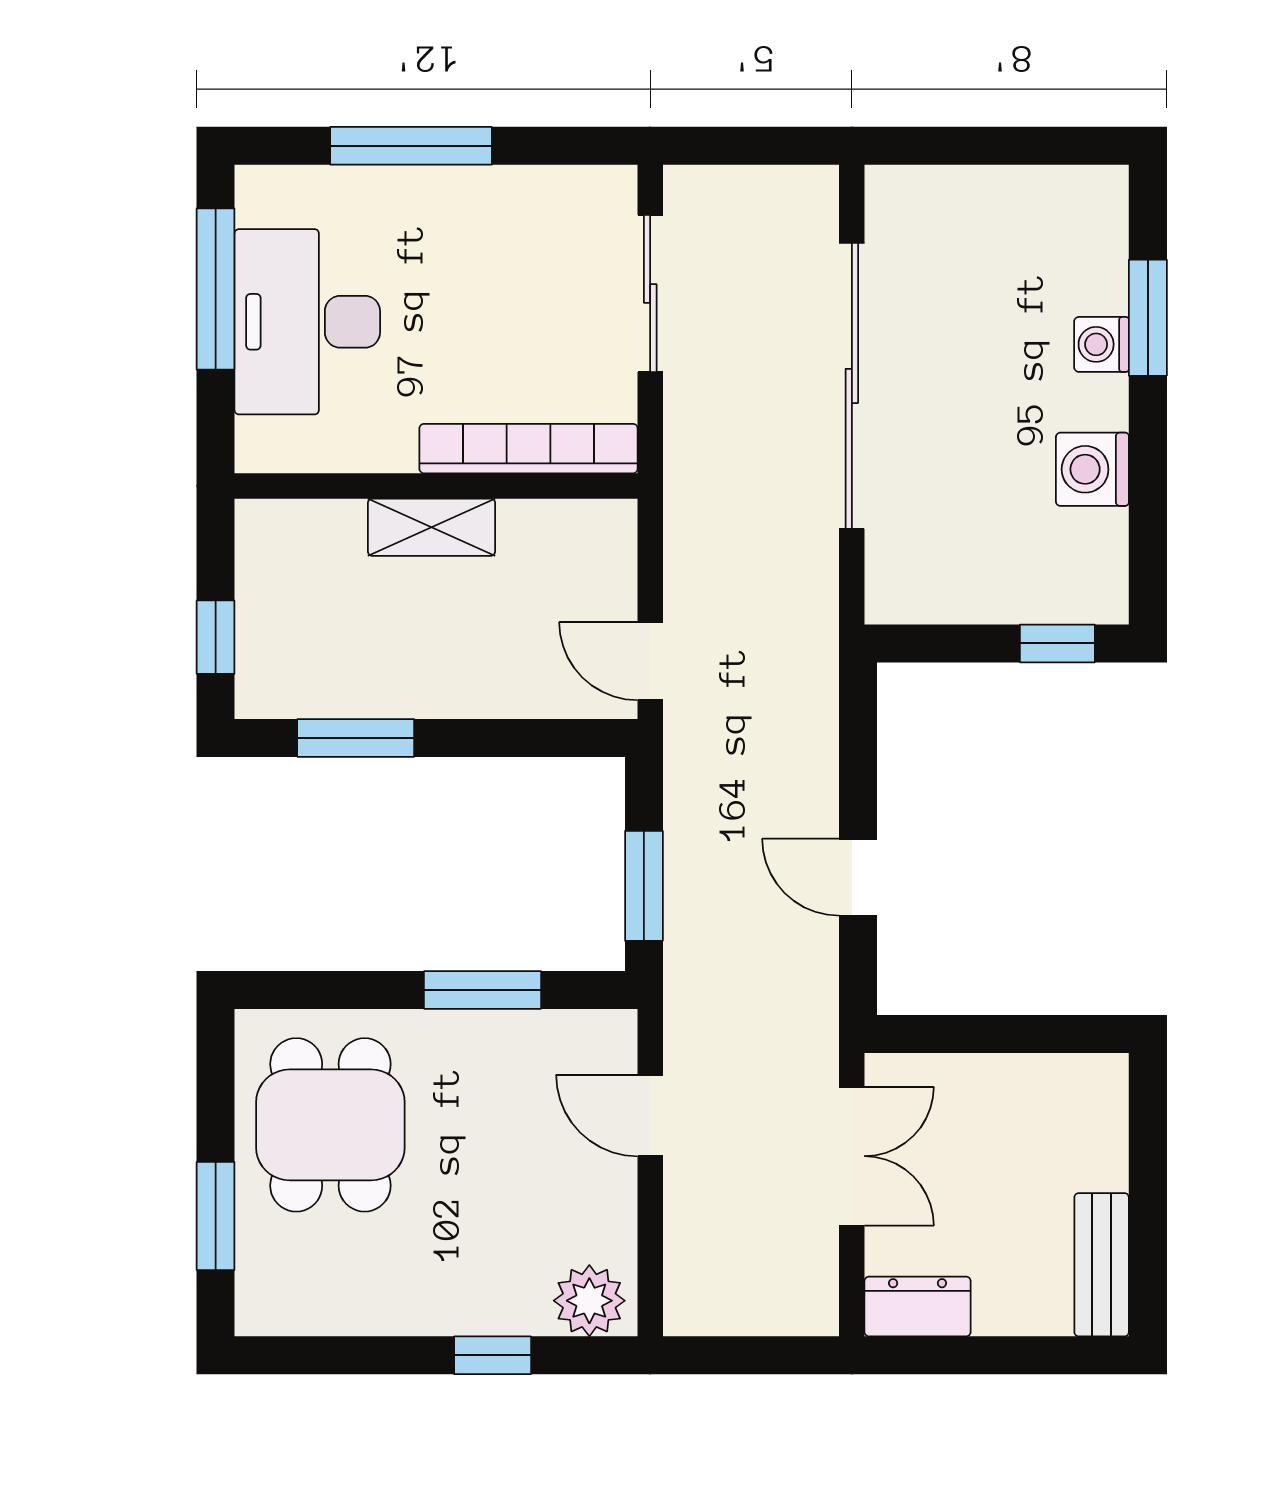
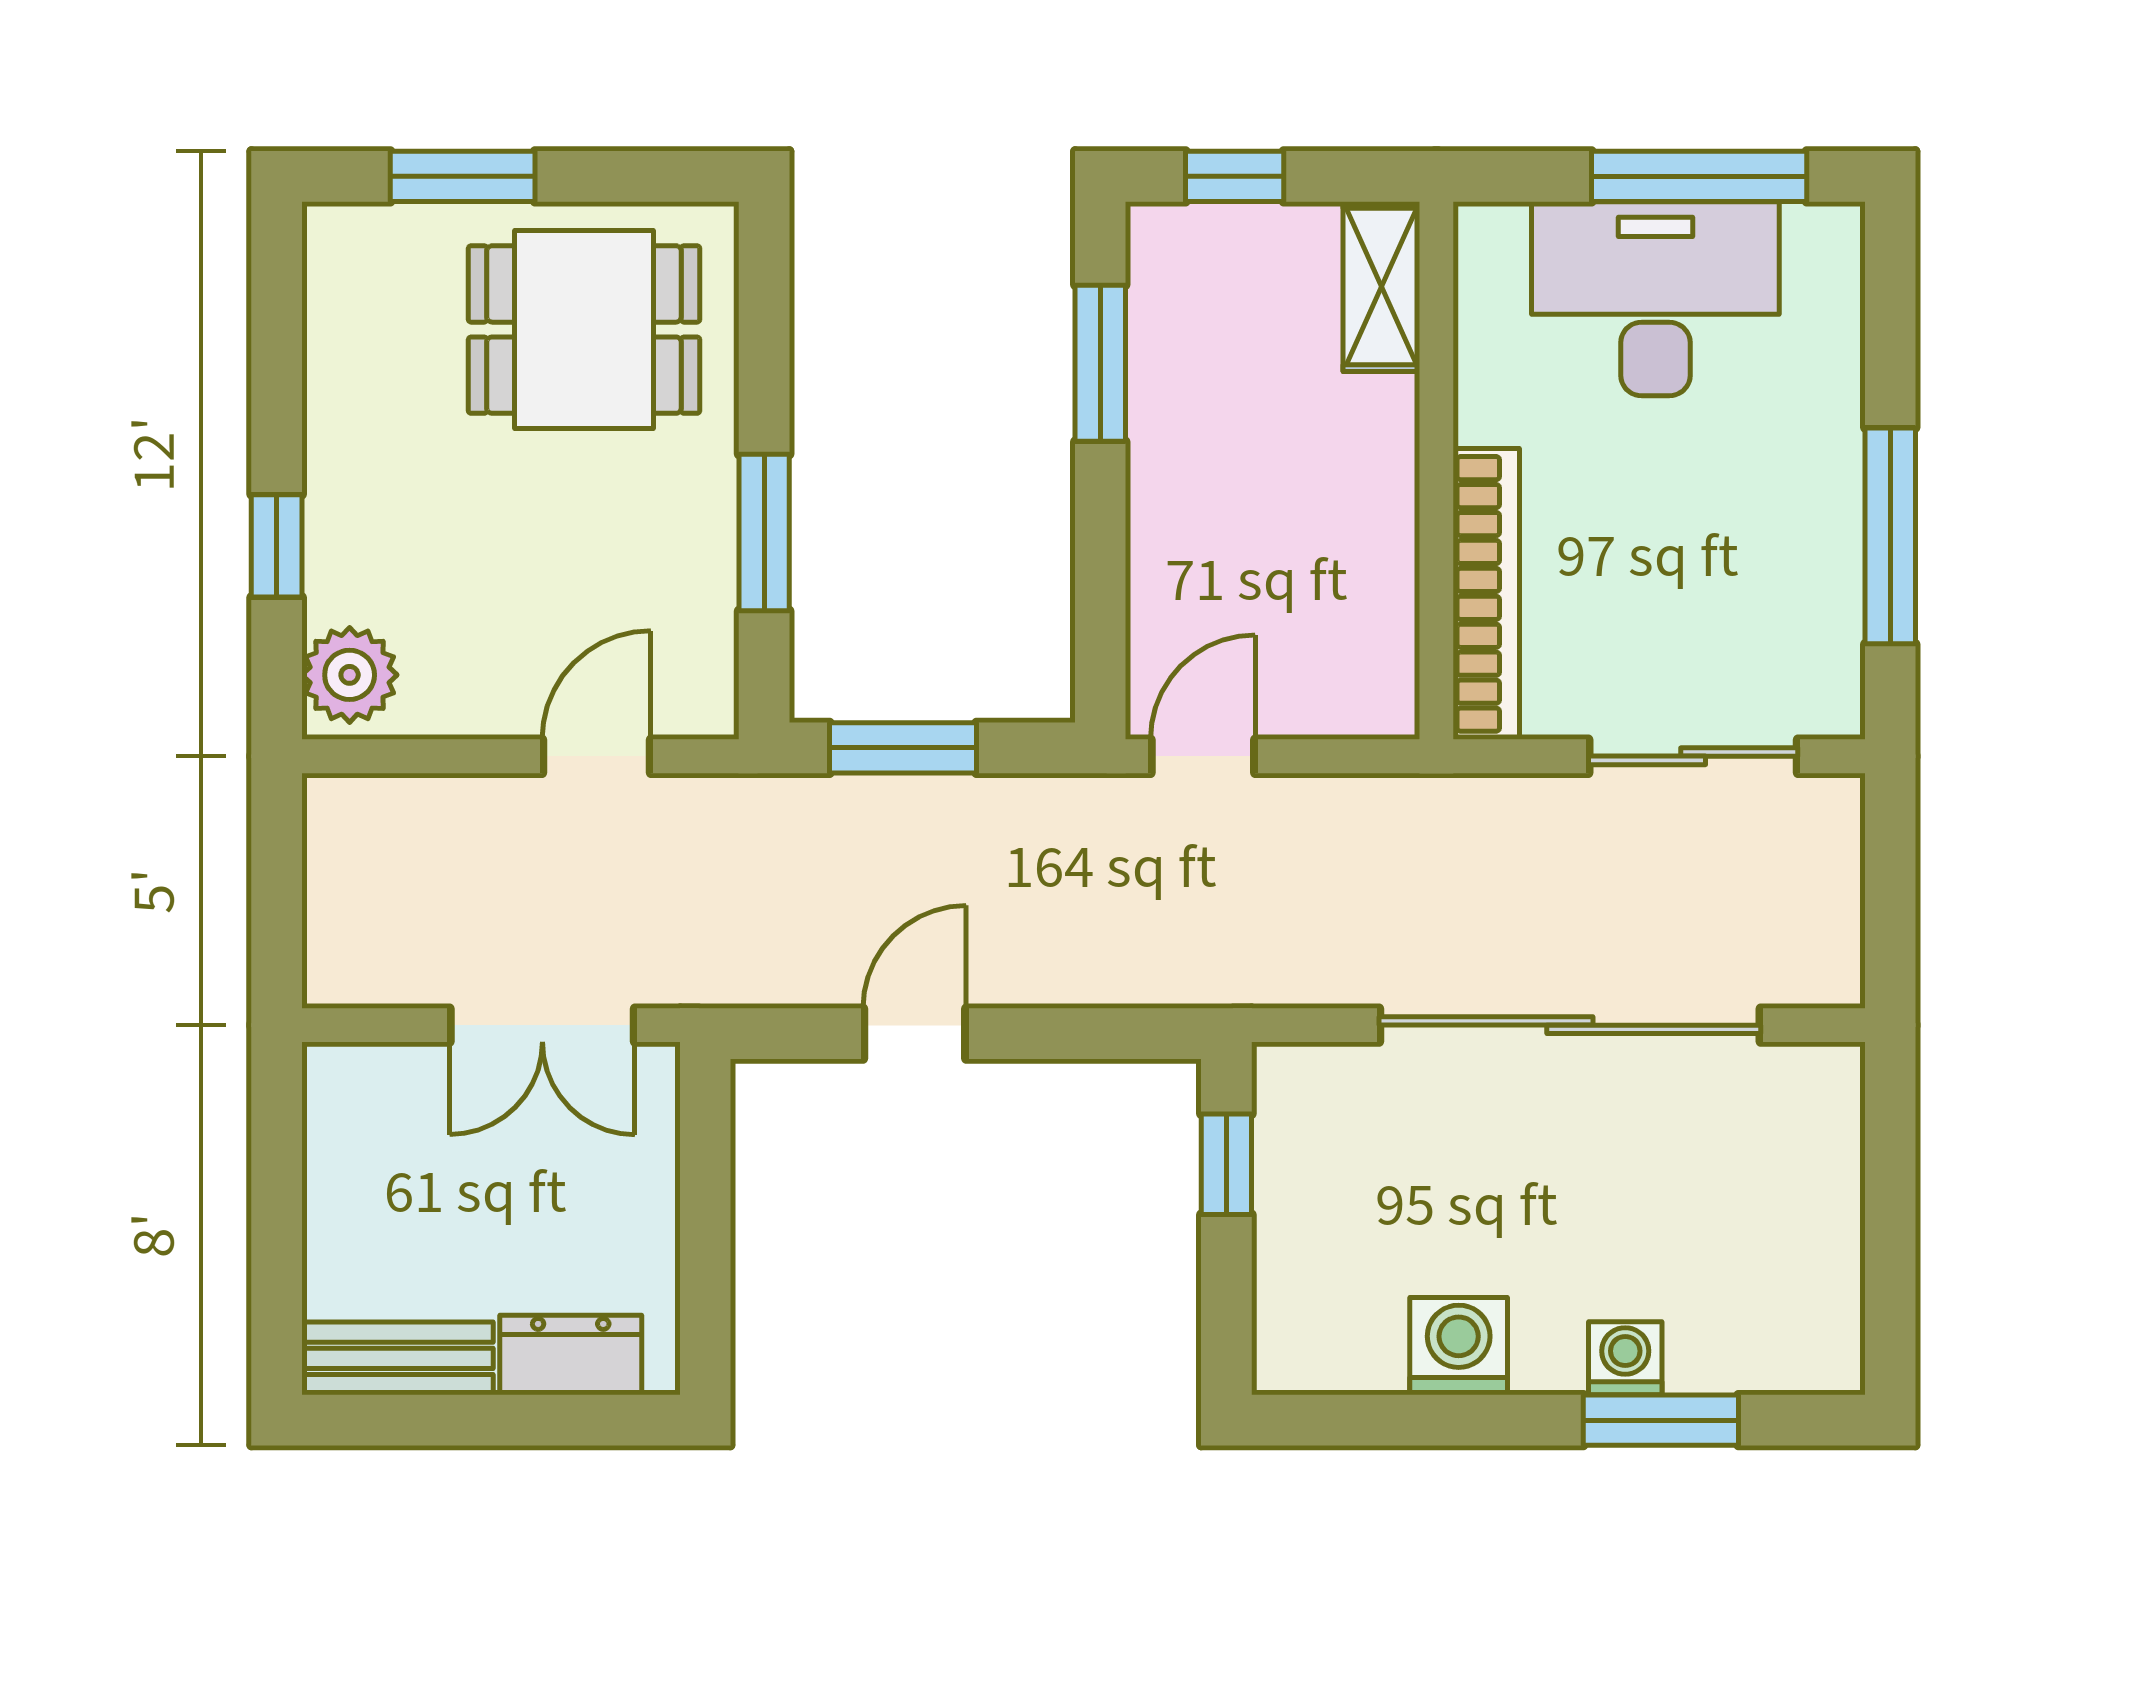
window: (411, 146) -> (1890, 536), moved
shelving: (432, 527) -> (1381, 287), moved
window: (1057, 643) -> (1226, 1164), moved
dresser: (918, 1307) -> (571, 1355), moved, turned -90

